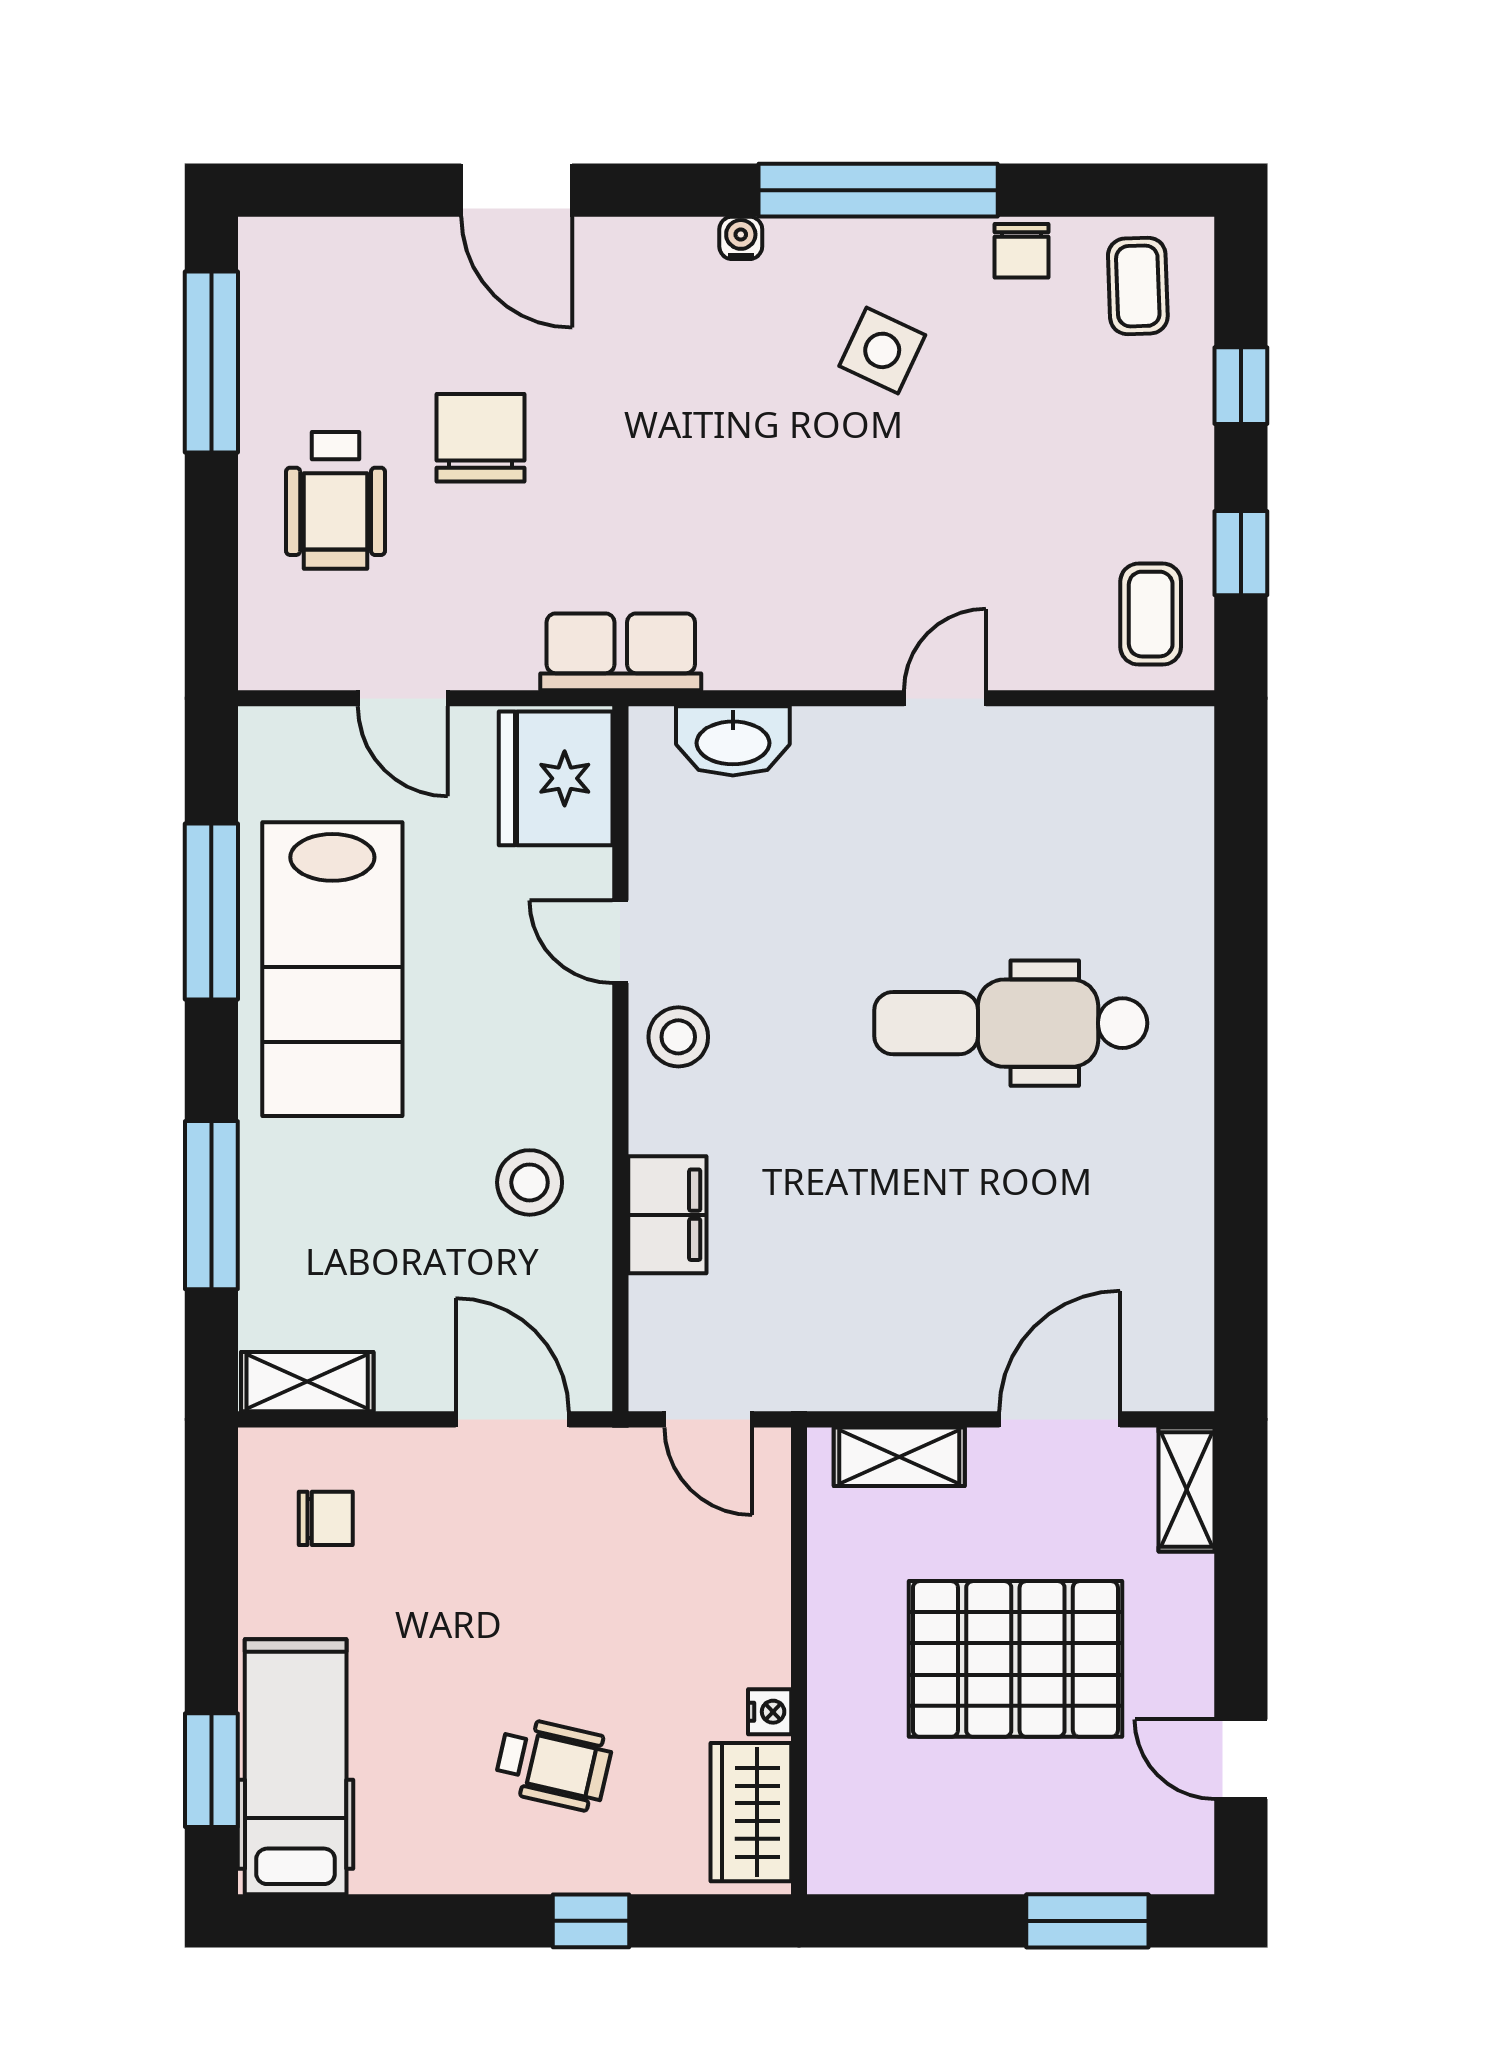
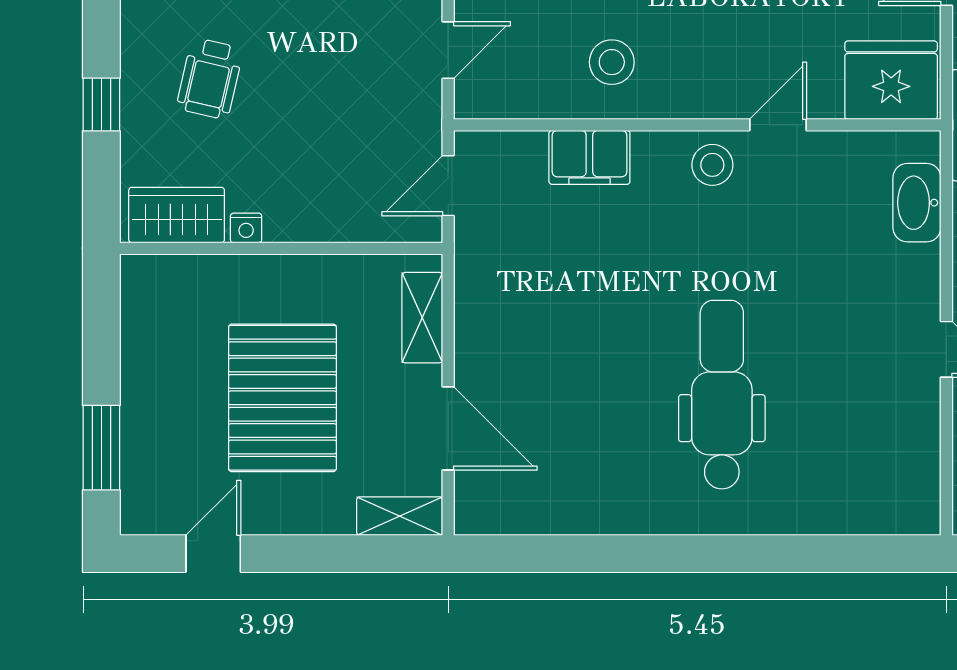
door: (512, 1419) -> (448, 50), width x0.73

